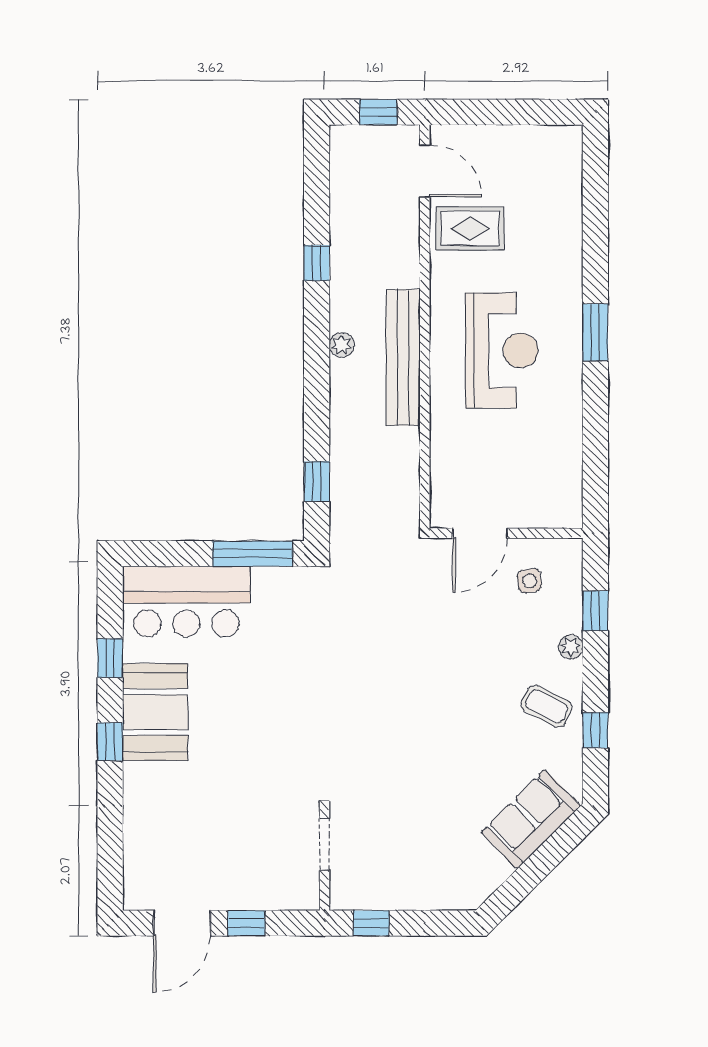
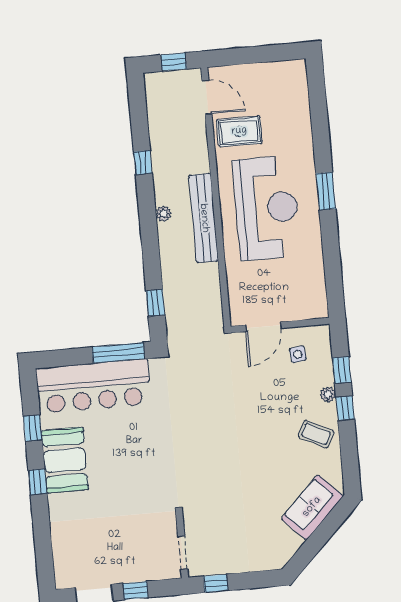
reception desk: (502, 350) -> (267, 208), width x1.36, depth x1.30
bar counter: (186, 602) -> (93, 386), width x1.36
window: (595, 730) -> (345, 408), moved
doorway: (325, 844) -> (183, 553), moved

